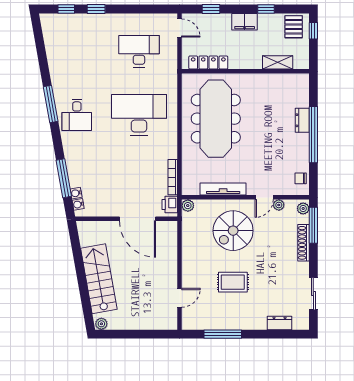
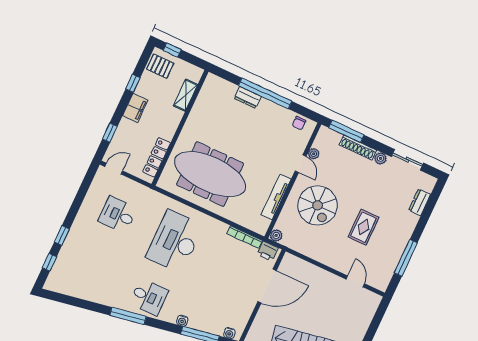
desk: (139, 51) -> (118, 215), width x0.73
water cooler: (76, 193) -> (182, 321), moved
plant: (303, 208) -> (381, 158), moved

